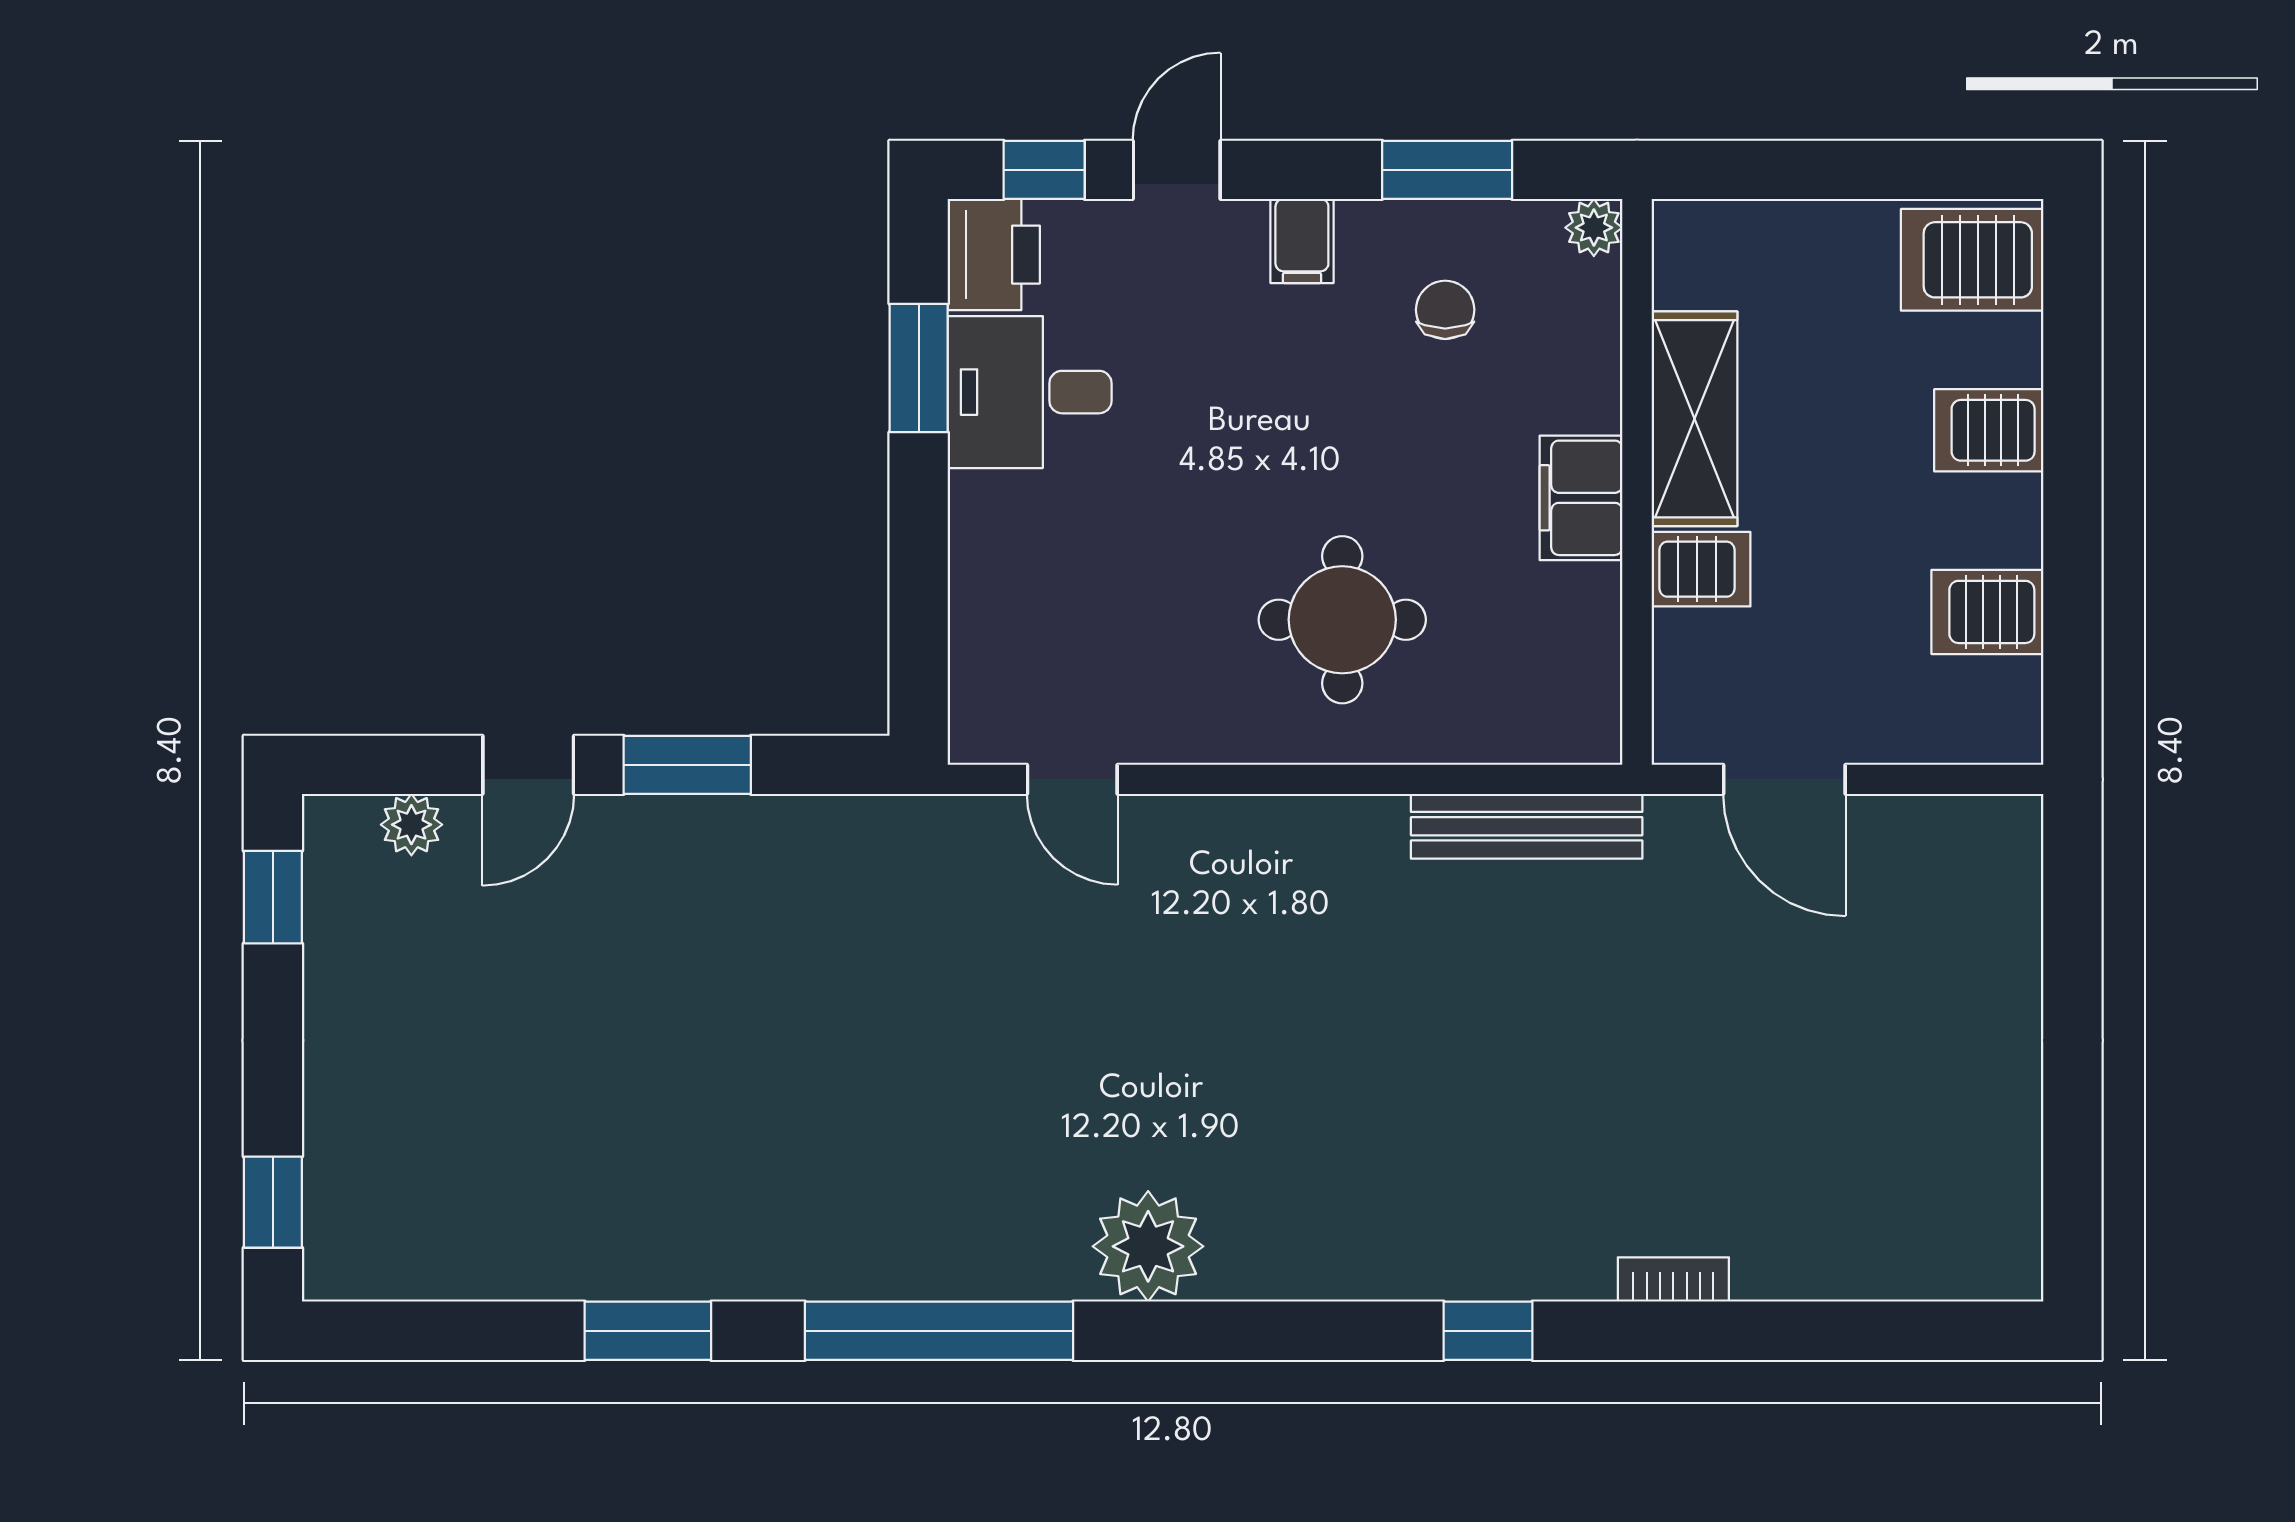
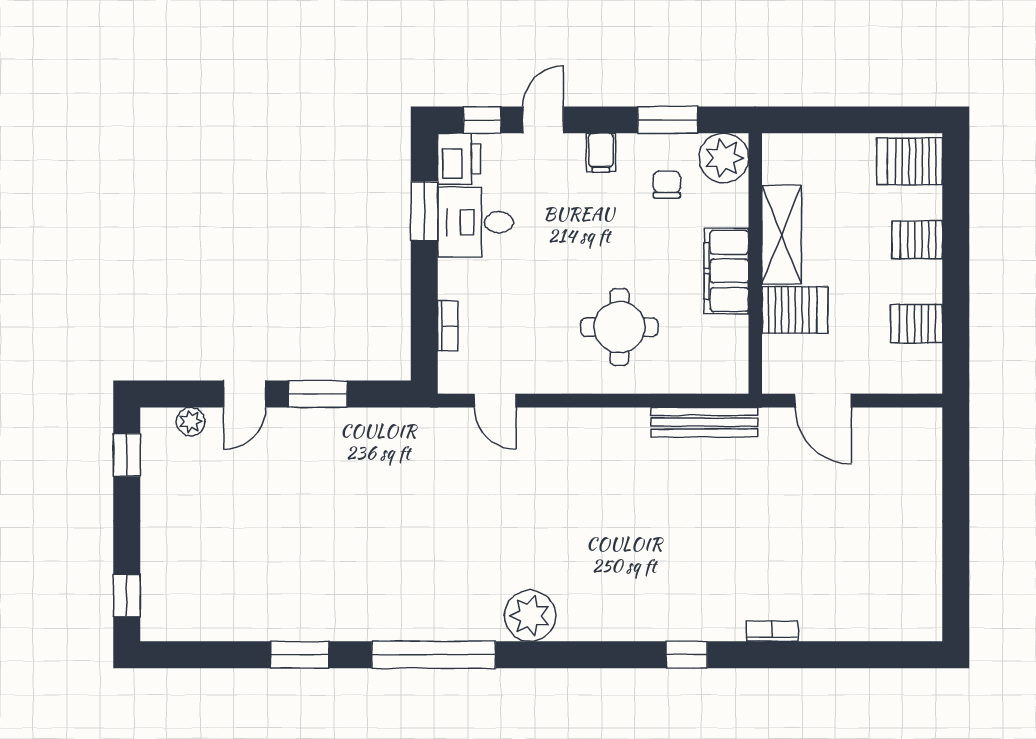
plant: (1594, 228) -> (724, 158), width x1.88, depth x1.88
filing cabinet: (1581, 498) -> (726, 271), width x1.50, depth x1.17
server rack: (1701, 569) -> (795, 310), width x1.36, depth x1.44
bookcase: (970, 617) -> (448, 326), added

